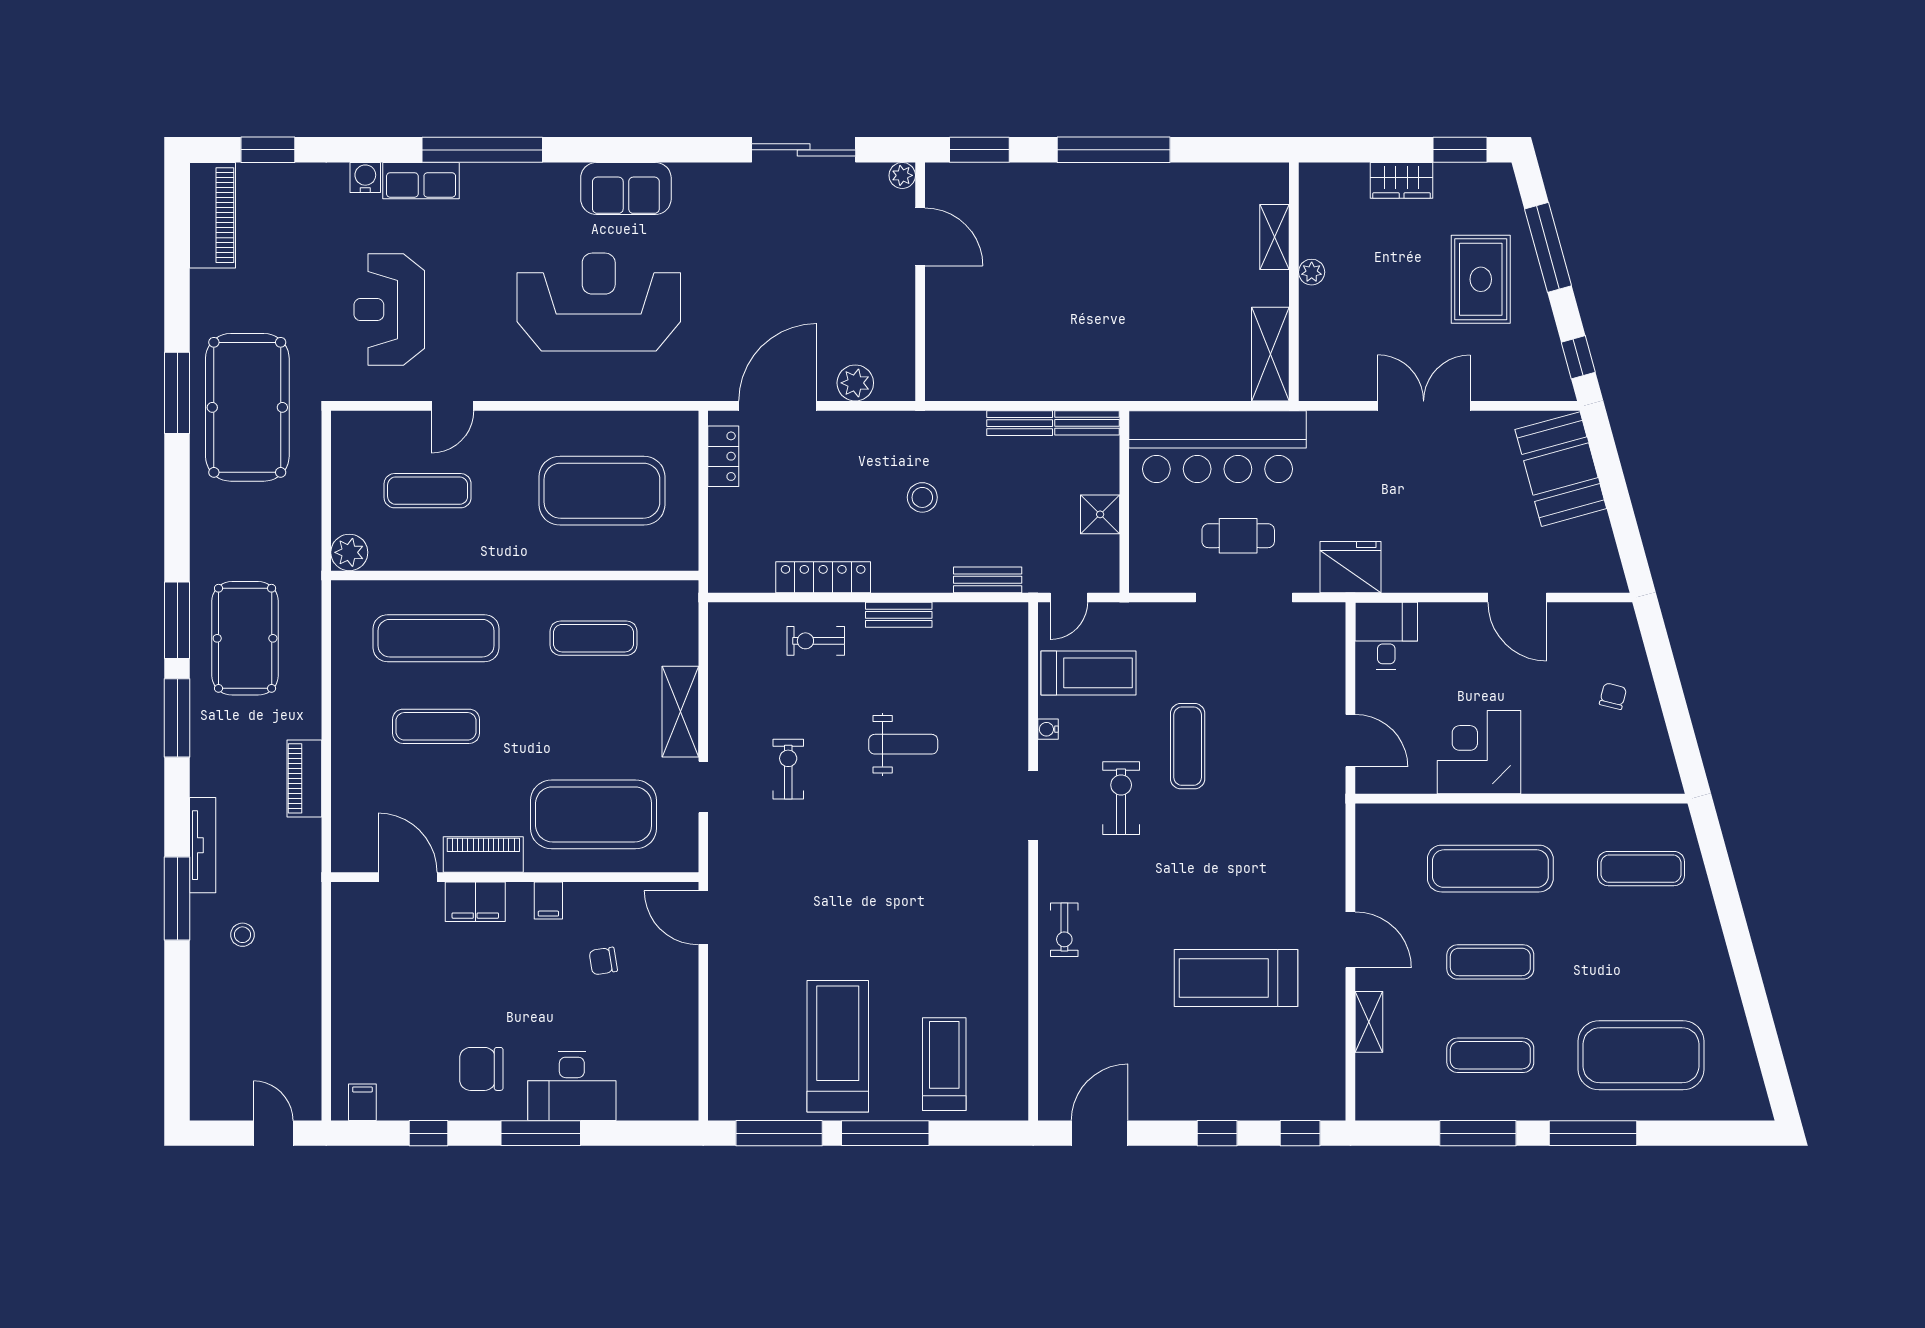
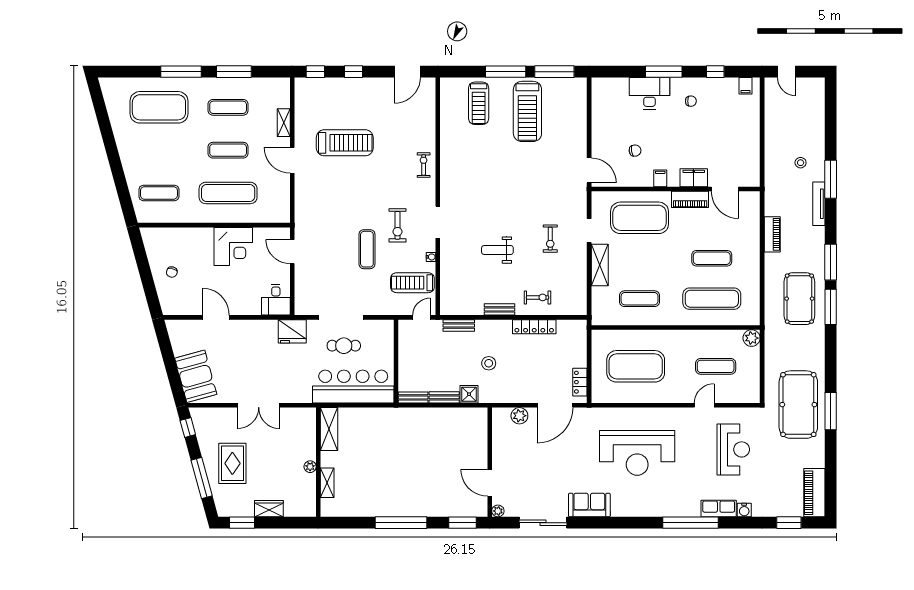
sofa: (626, 188) -> (589, 505), moved
shower: (1100, 514) -> (469, 394), moved
chair: (481, 1069) -> (691, 101), width x0.54, depth x0.54

